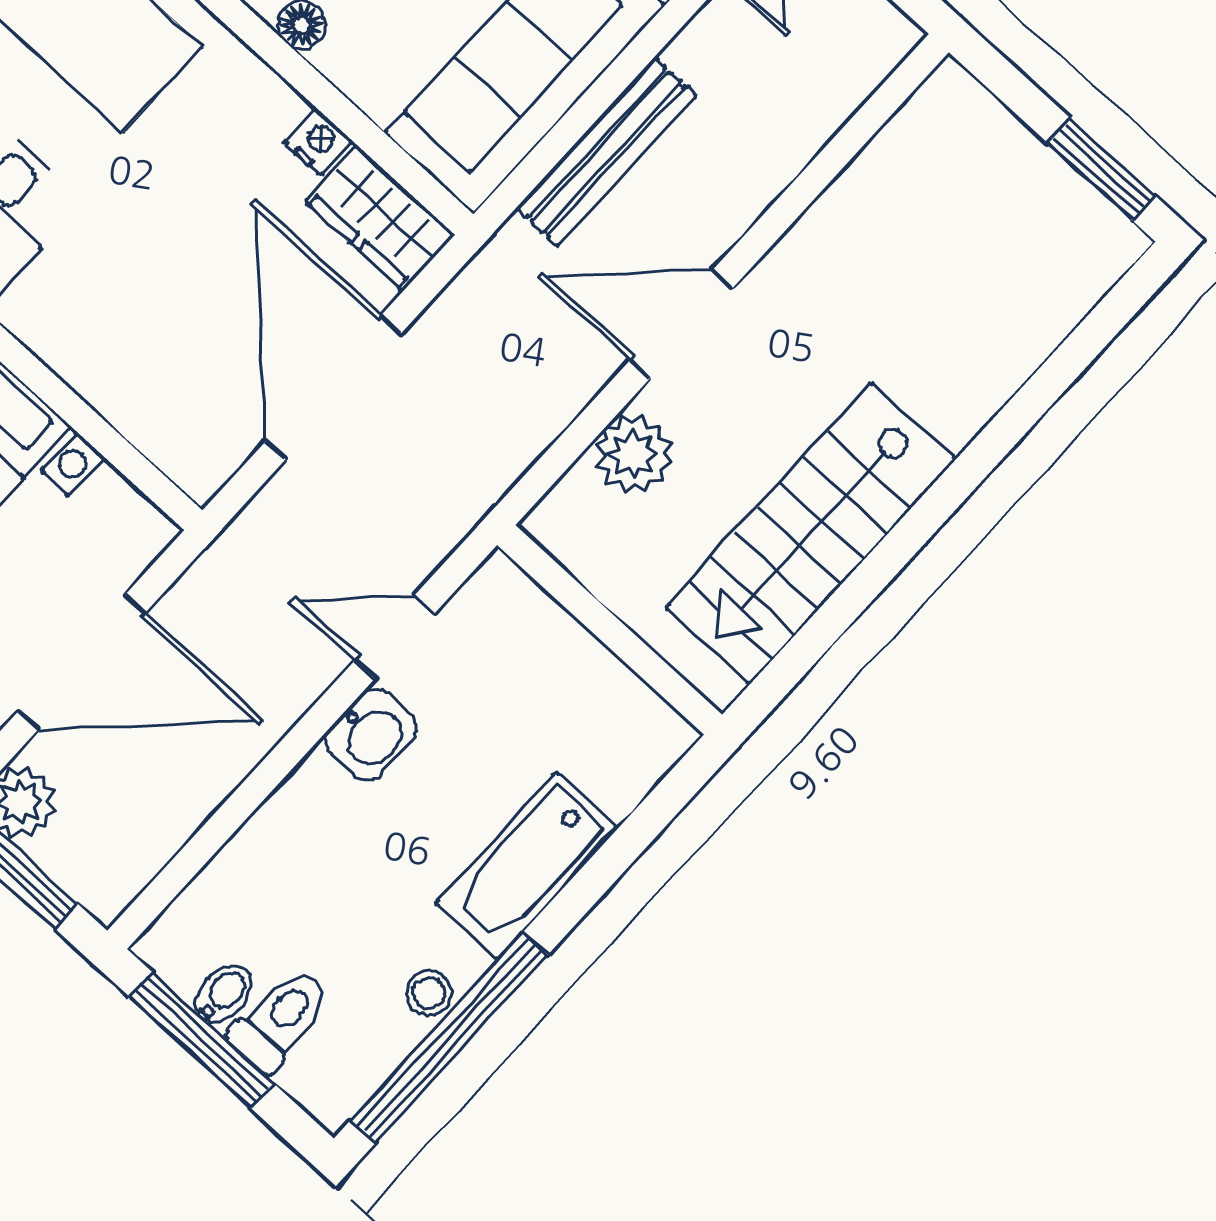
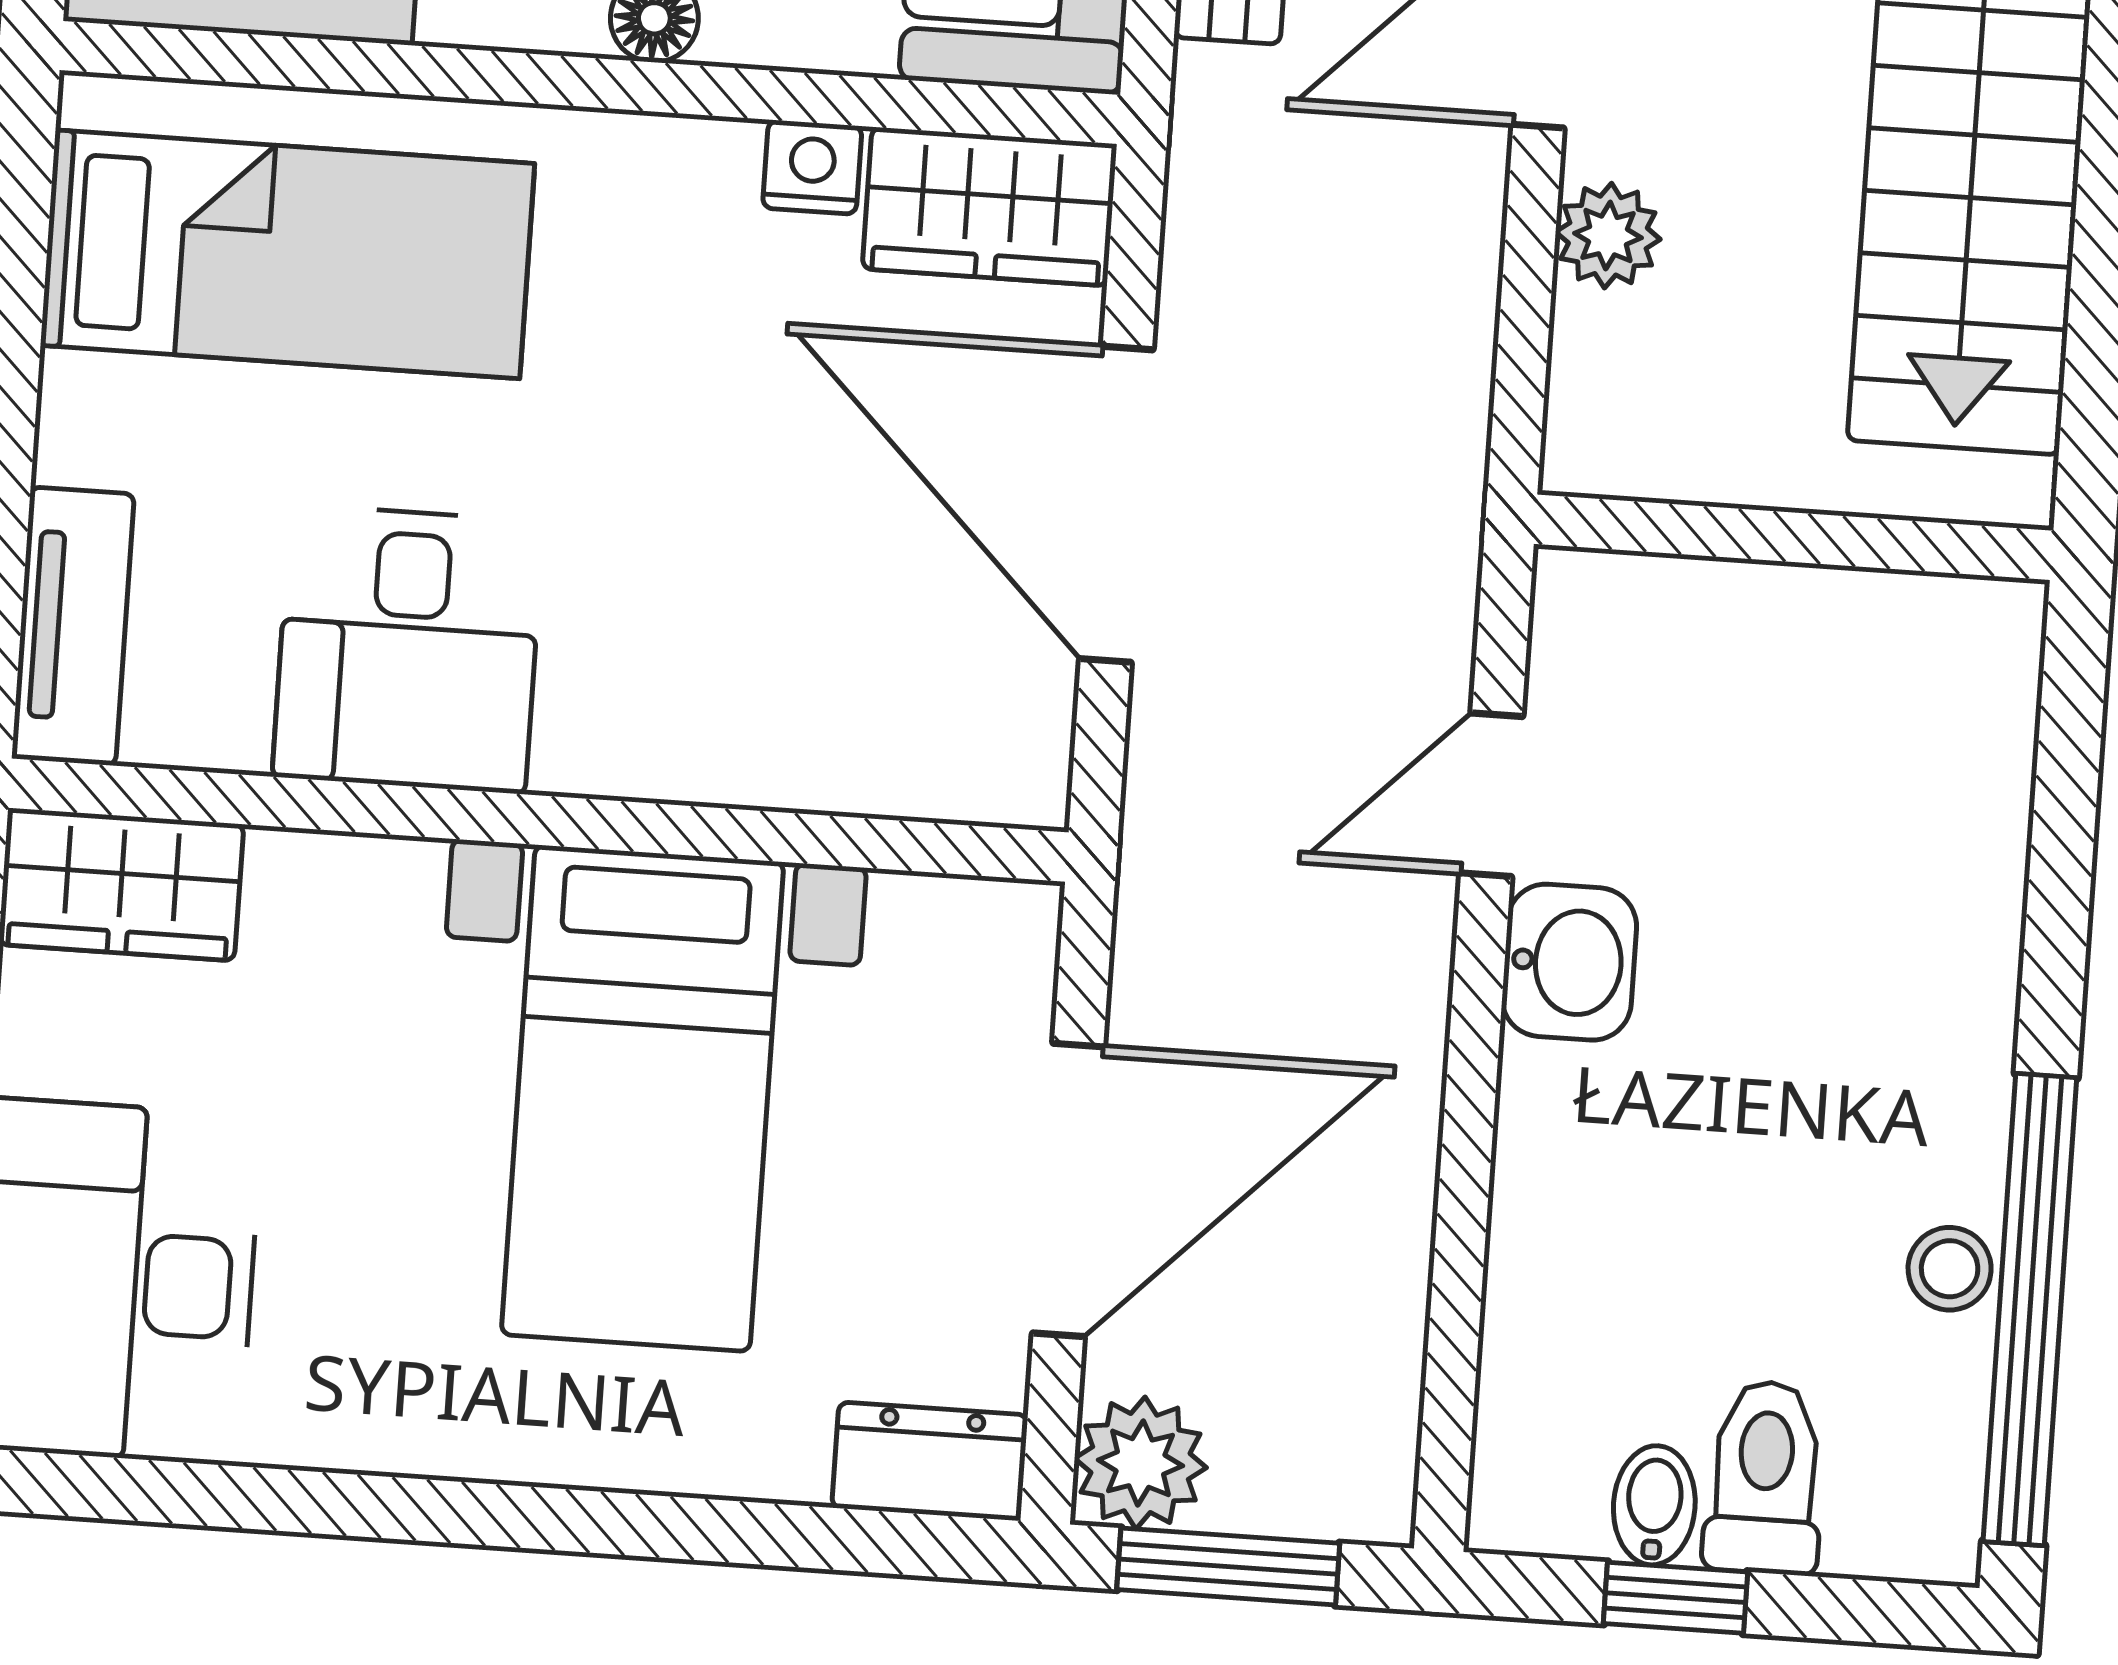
plant: (633, 454) -> (1608, 236), width x0.73, depth x0.73
bathtub: (527, 866) -> (1945, 973), removed
window: (202, 1040) -> (1676, 1598), width x0.46

